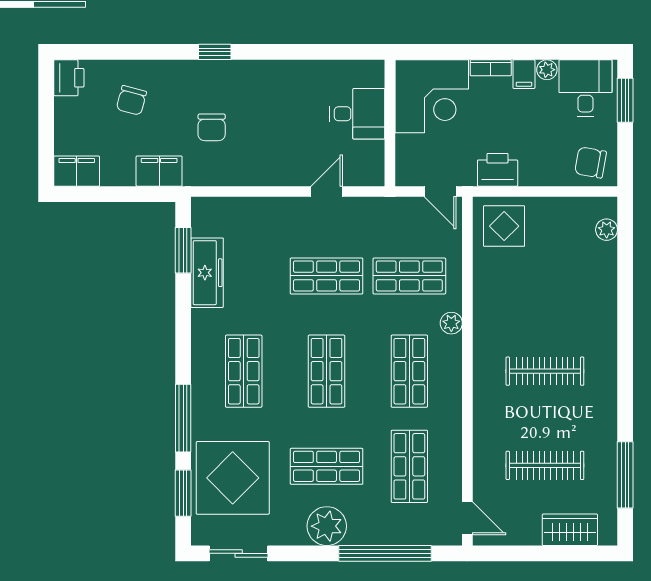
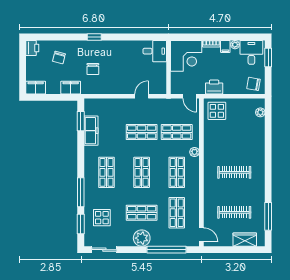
desk: (357, 114) -> (155, 51), moved
display table: (233, 478) -> (102, 218), width x0.54, depth x0.54

